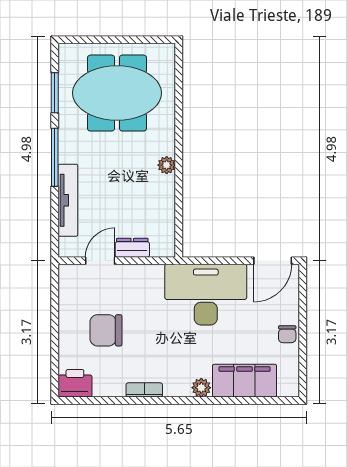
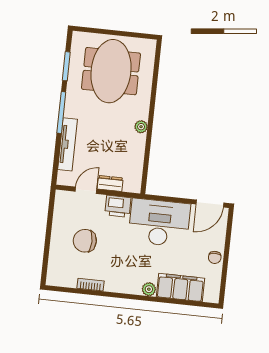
meeting table: (117, 93) -> (111, 71), turned 90
printer: (75, 383) -> (118, 206), moved, turned 180
bookcase: (144, 390) -> (90, 285), moved

